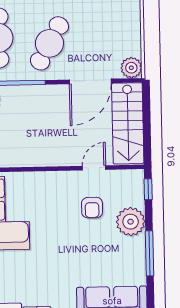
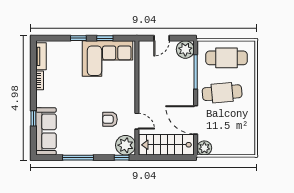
cafe table: (49, 43) -> (222, 93), turned -34
plant: (131, 222) -> (126, 145), moved

